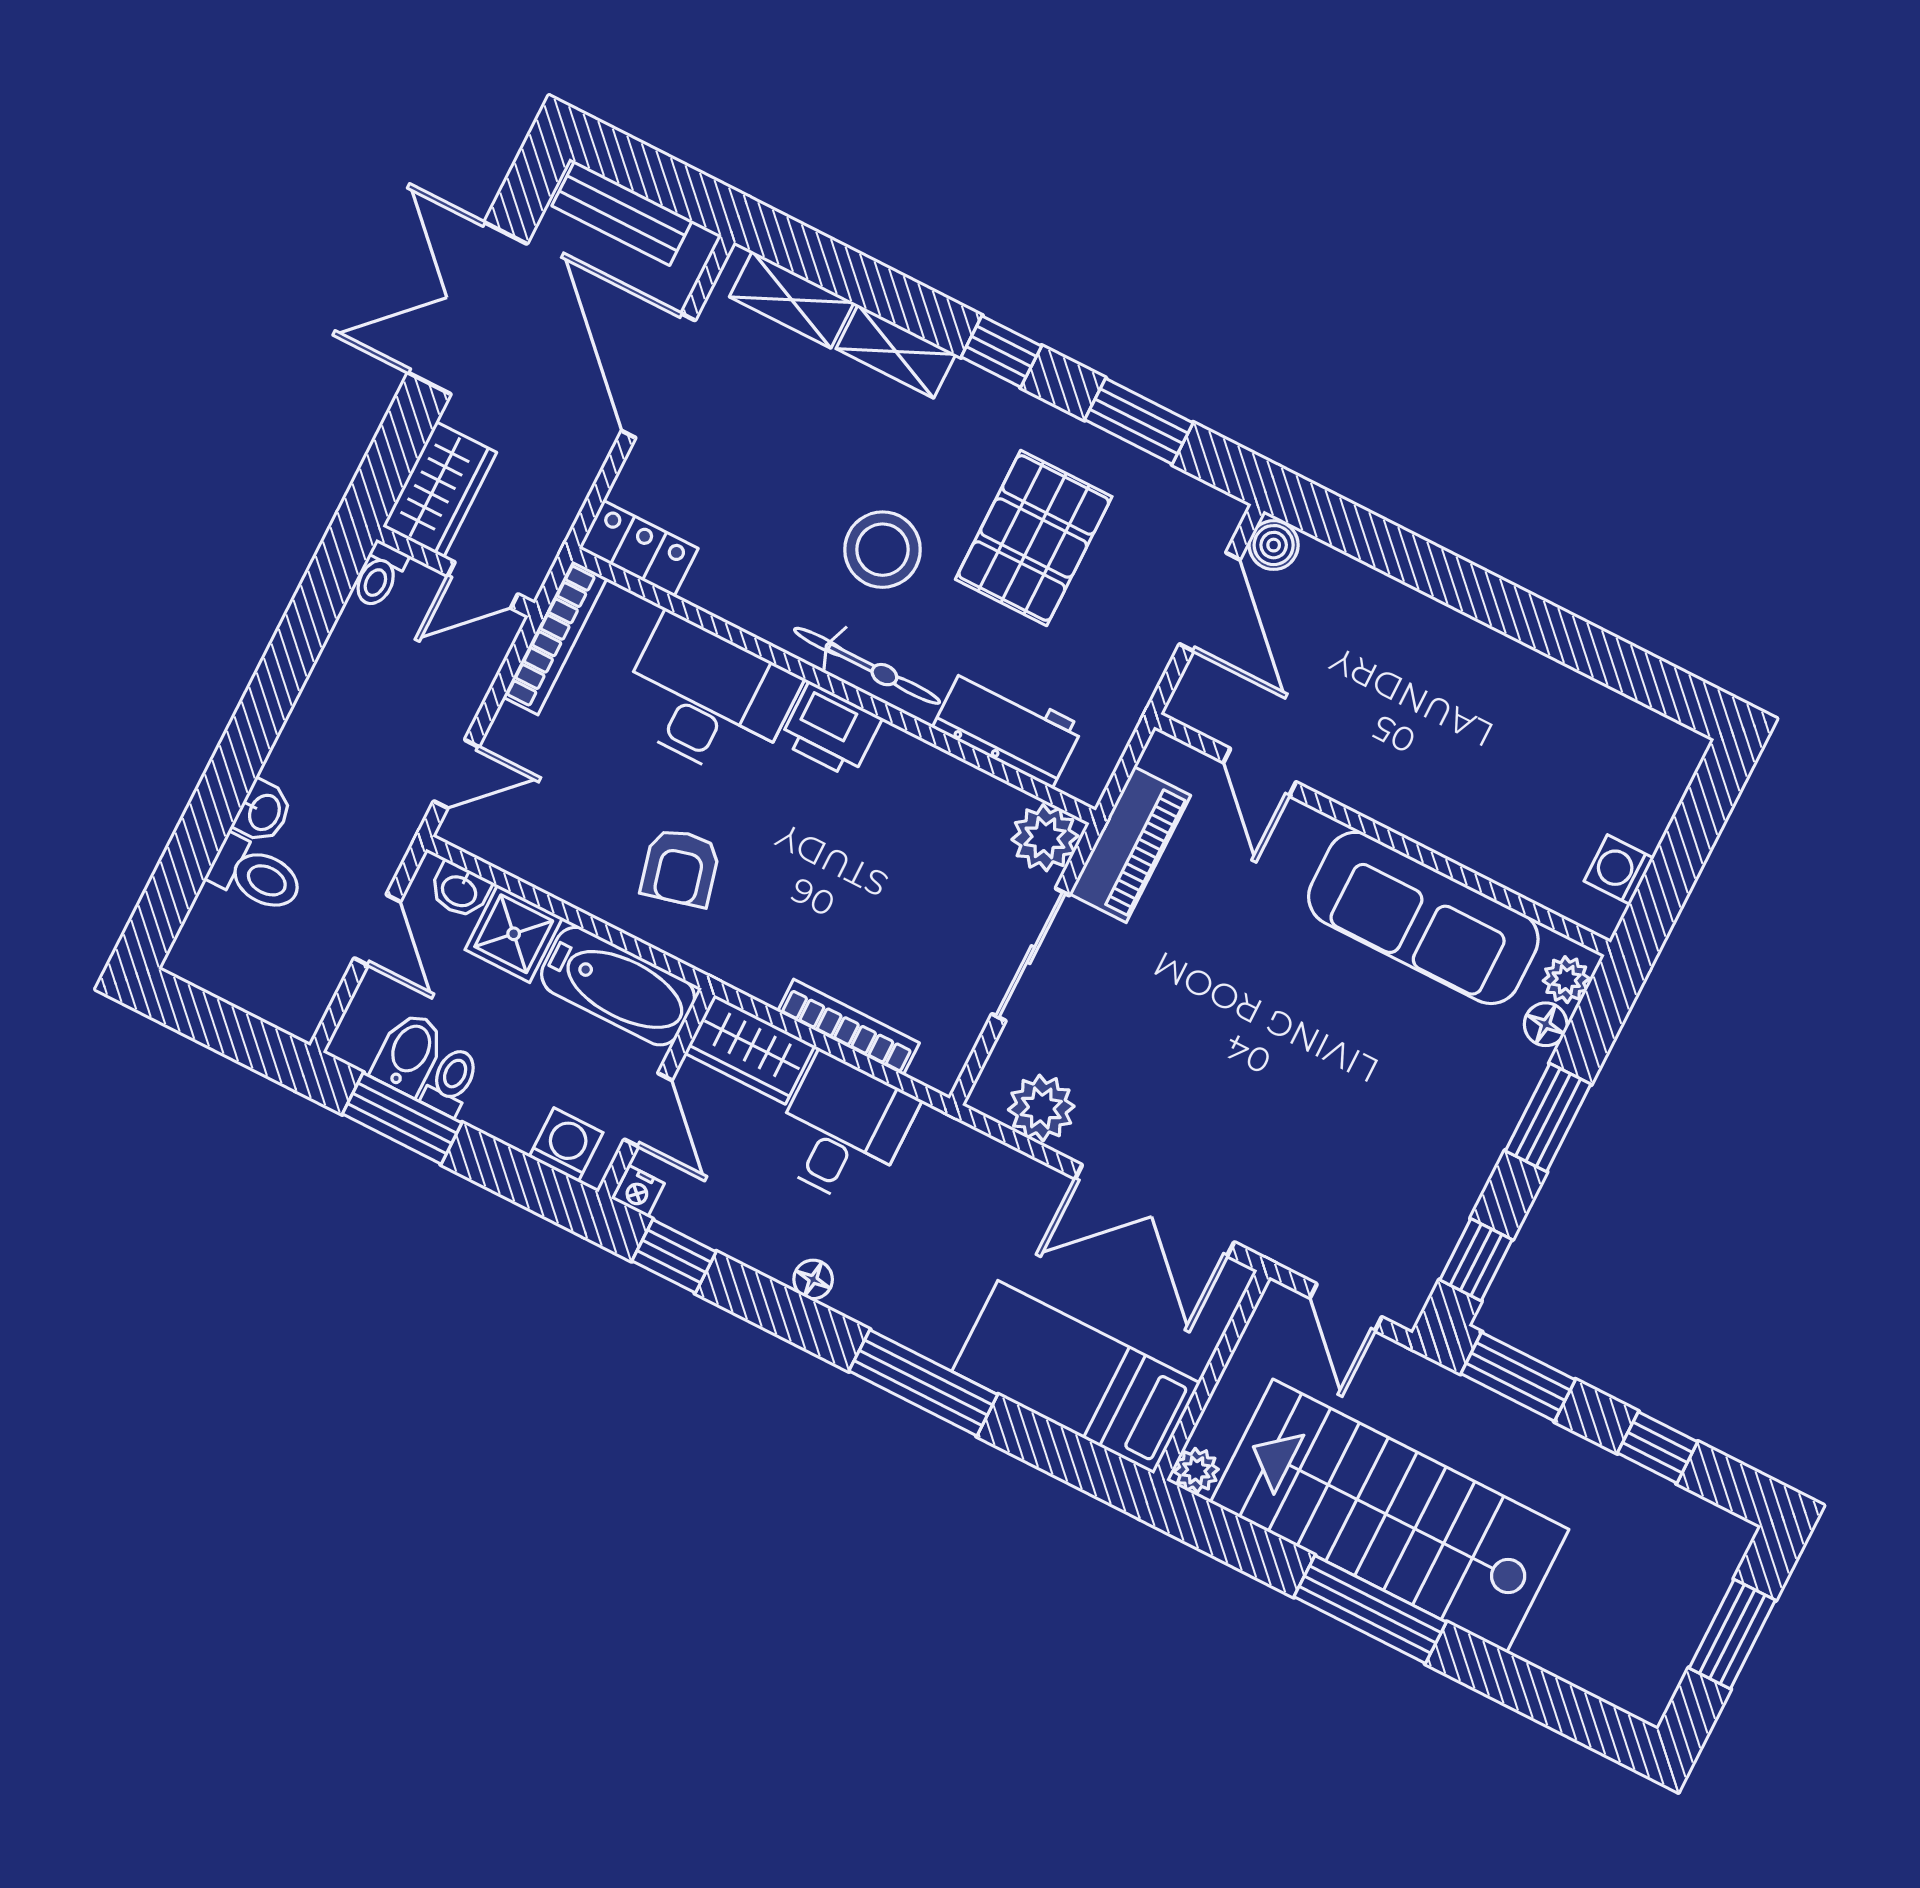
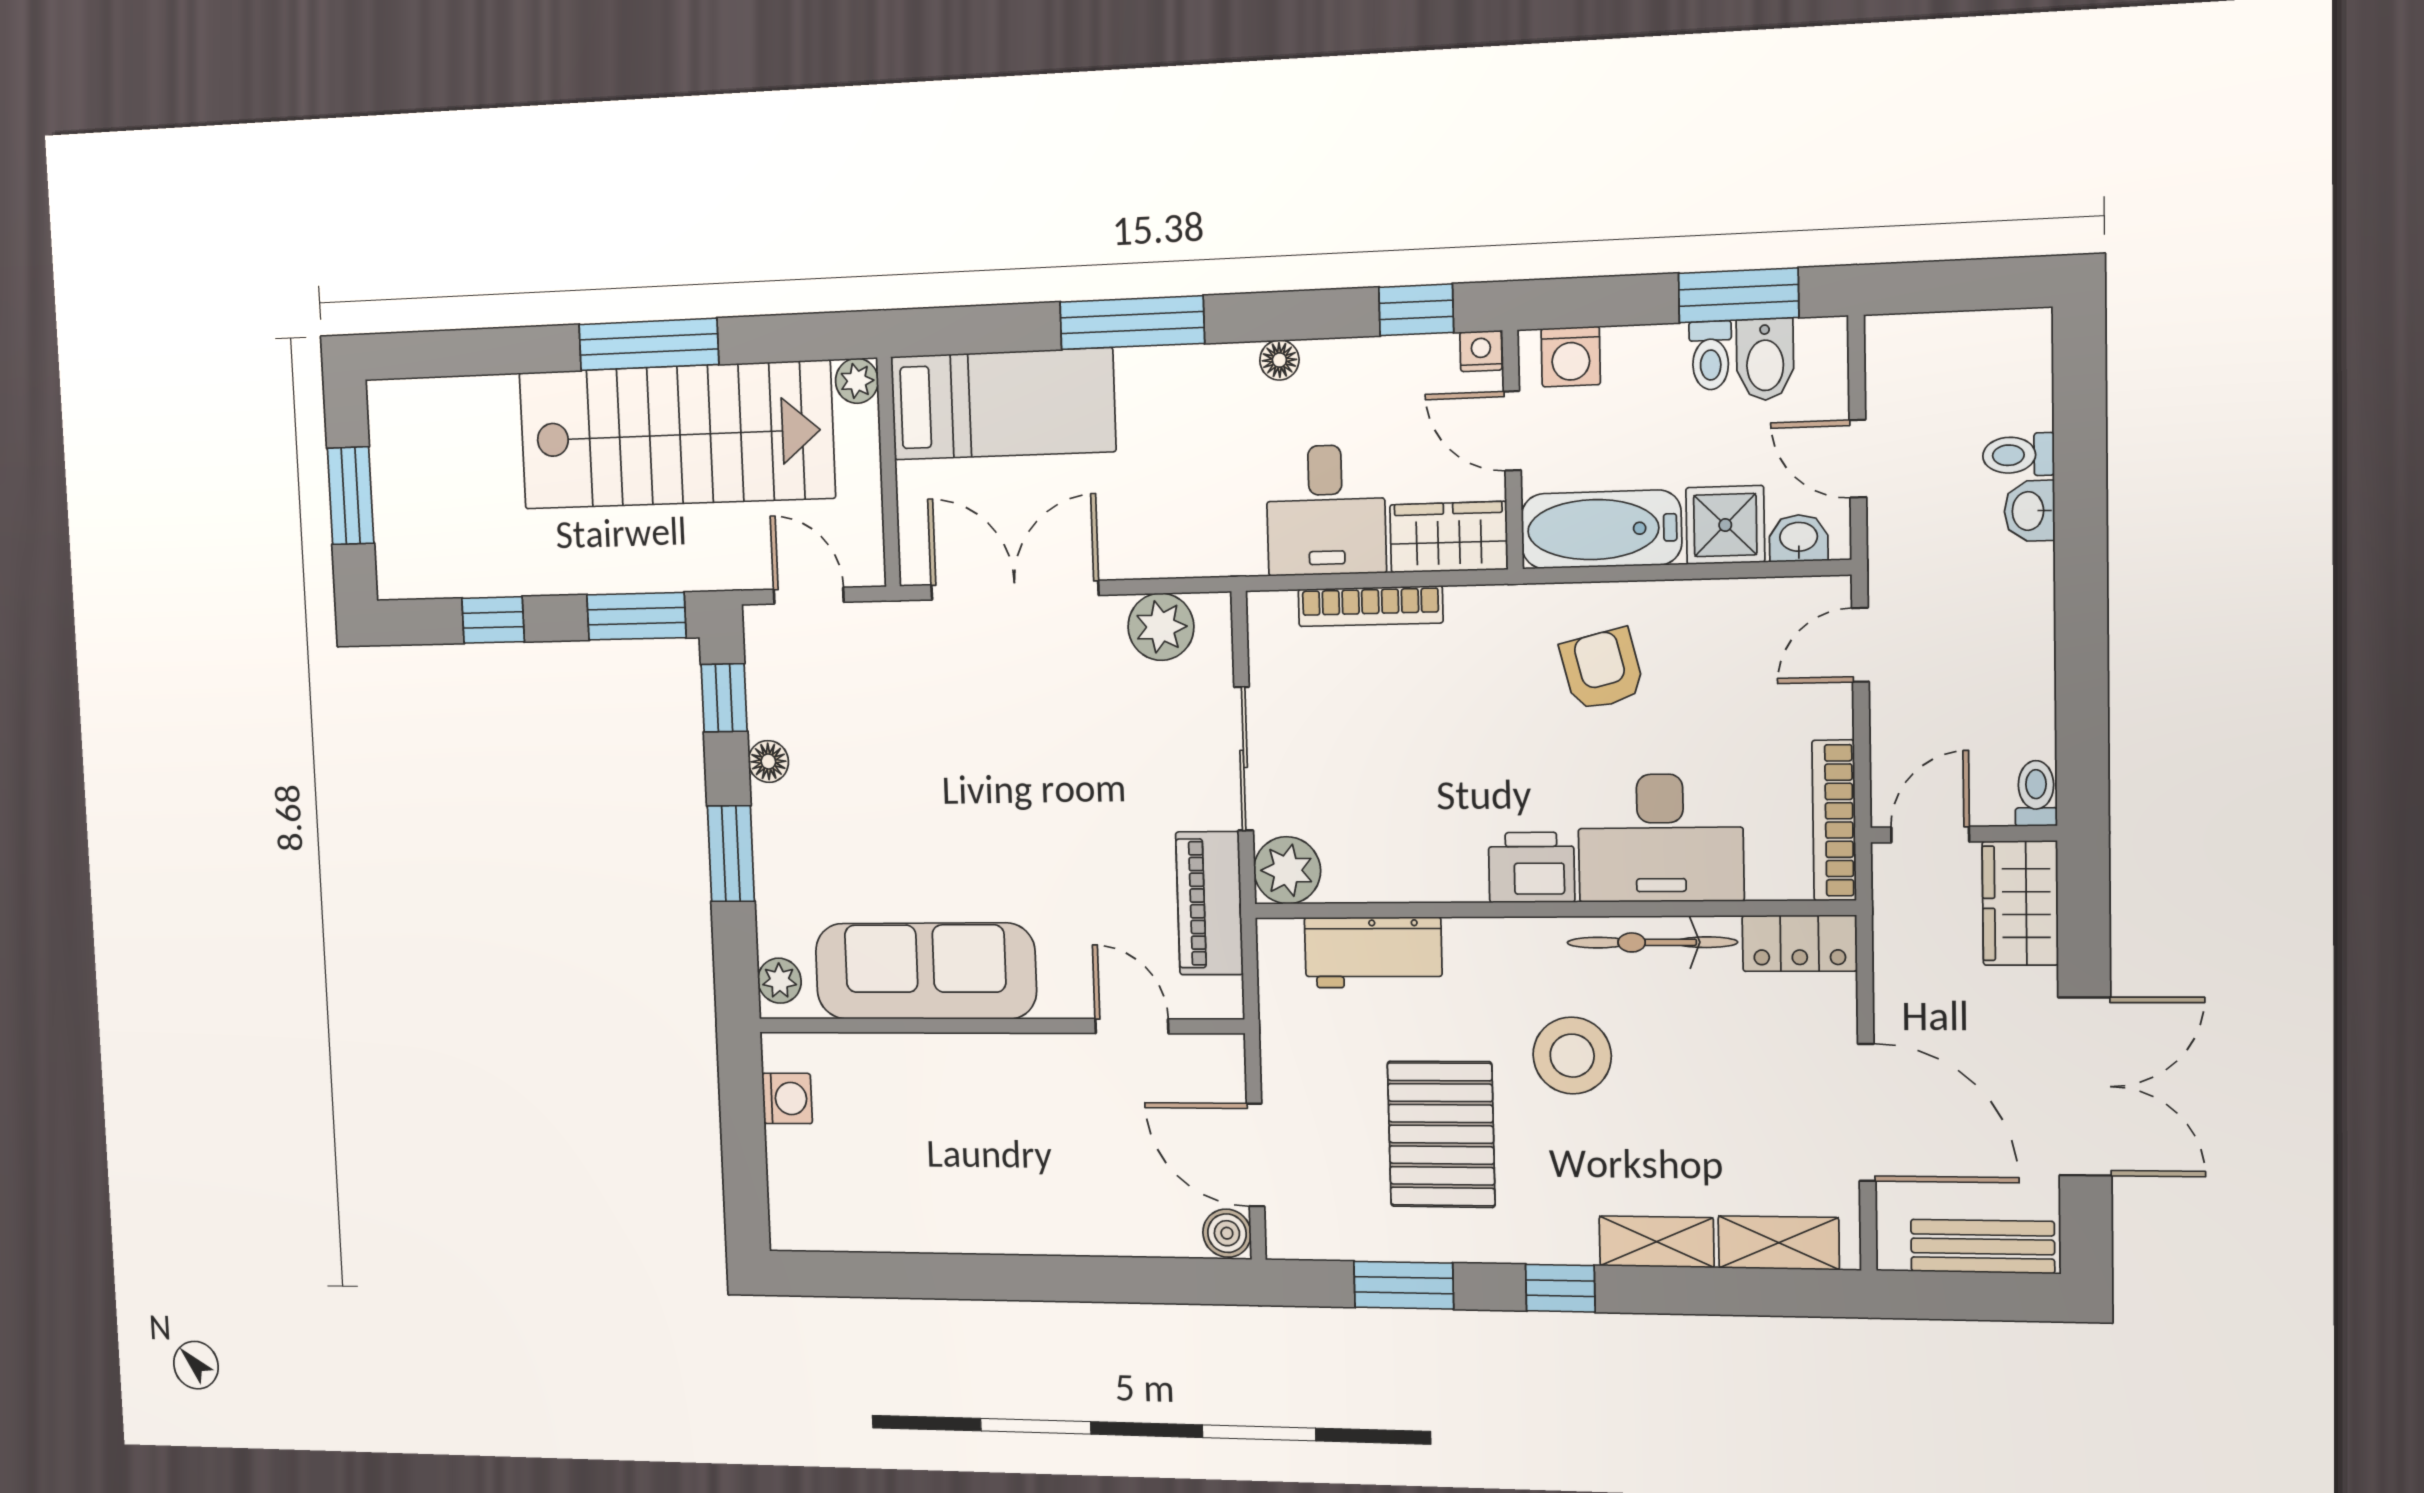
bicycle: (867, 666) -> (1652, 942), moved
toilet: (256, 875) -> (2018, 455), width x0.73, depth x0.72
floor lamp: (1546, 1024) -> (768, 761), moved

